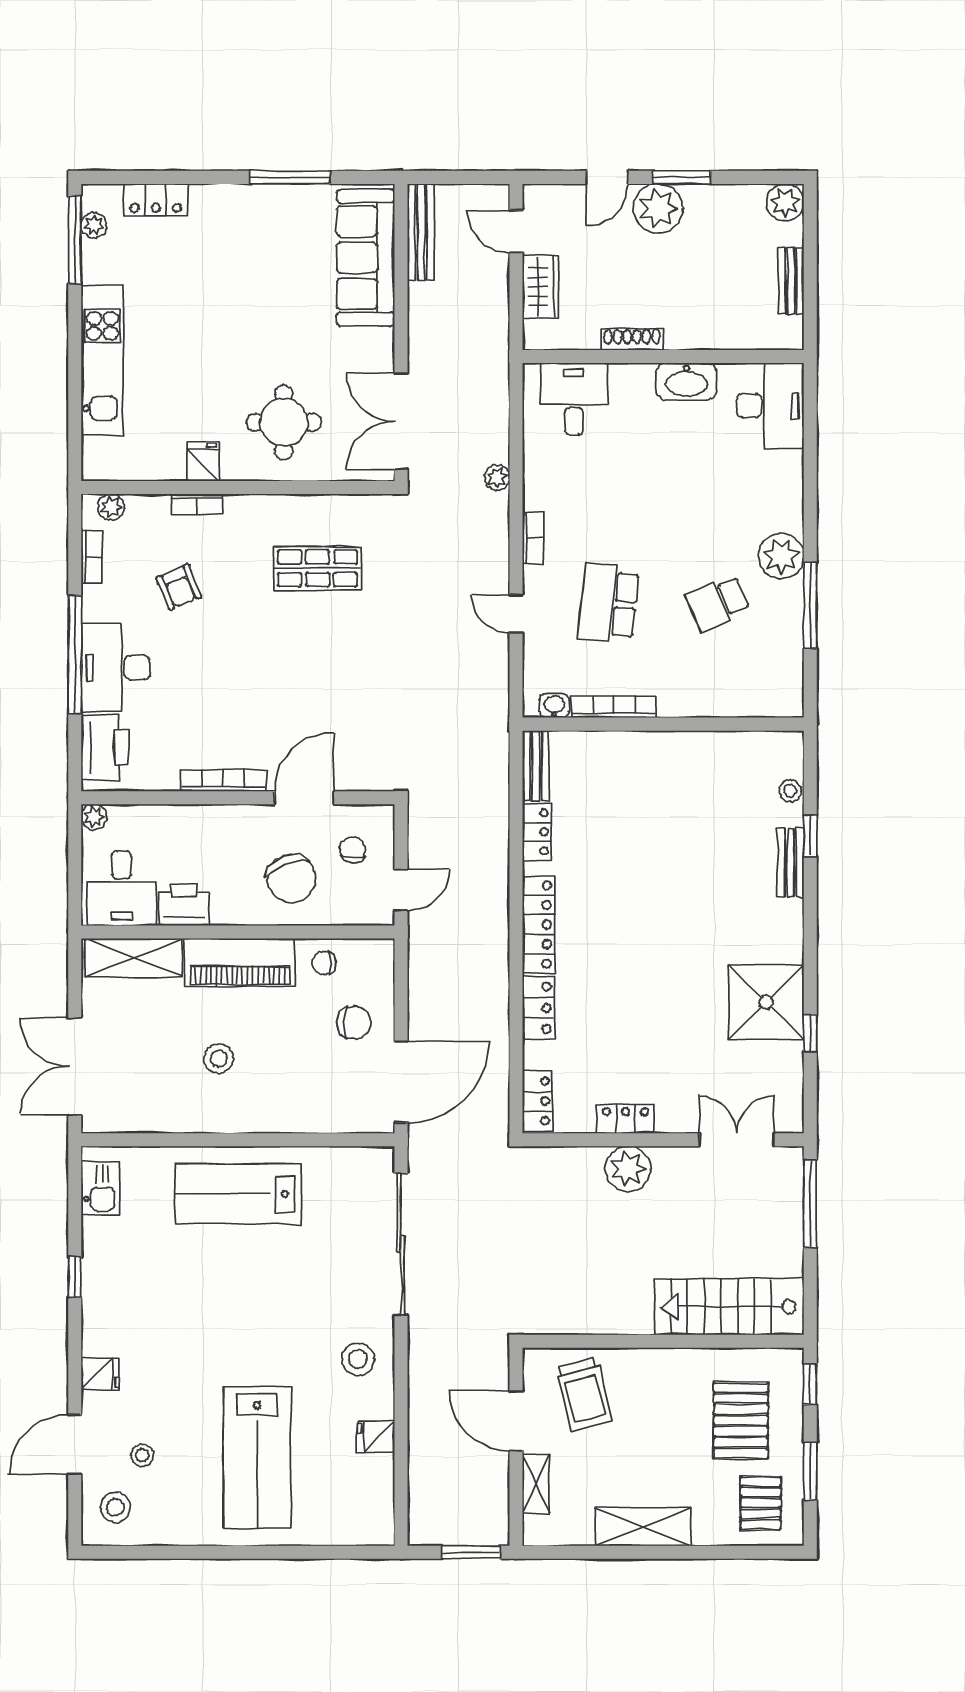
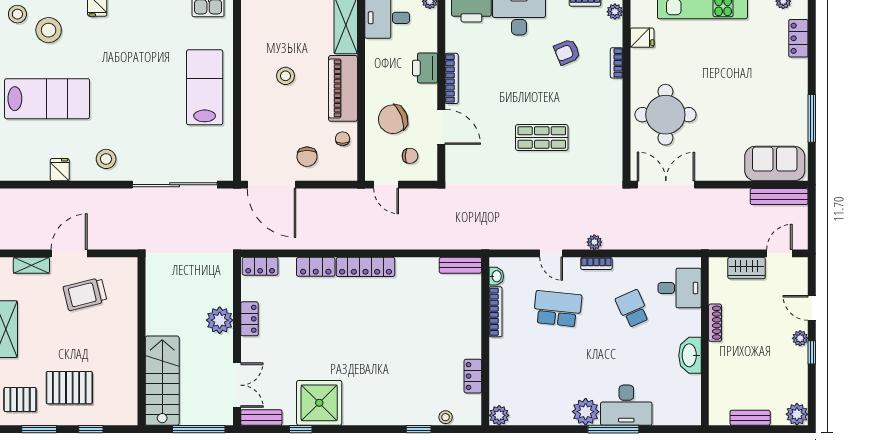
window: (682, 177) -> (812, 352), width x0.67
plant: (658, 208) -> (800, 338), width x0.53, depth x0.53
sofa: (366, 258) -> (775, 164), width x0.73
desk: (770, 406) -> (626, 405), moved
round table: (284, 422) -> (665, 115), width x1.36, depth x1.36
fridge: (203, 462) -> (642, 38), moved
plant: (497, 478) -> (594, 242), moved
shop shelf: (318, 568) -> (542, 138), moved, turned 90
school desk: (718, 603) -> (633, 309), moved
window: (810, 605) -> (613, 429), moved
door: (516, 614) -> (551, 253), swing flipped
plant: (787, 701) -> (499, 415), added
locker: (537, 832) -> (473, 376), moved, turned 90
bench: (791, 862) -> (261, 417), moved
printer: (184, 905) -> (425, 68), moved, turned 180
stairs: (729, 1307) -> (162, 381), moved
wall: (663, 1341) -> (141, 341), moved
stool: (142, 1455) -> (49, 30), width x1.89, depth x1.89
lab bench: (257, 1458) -> (47, 99), turned 180

